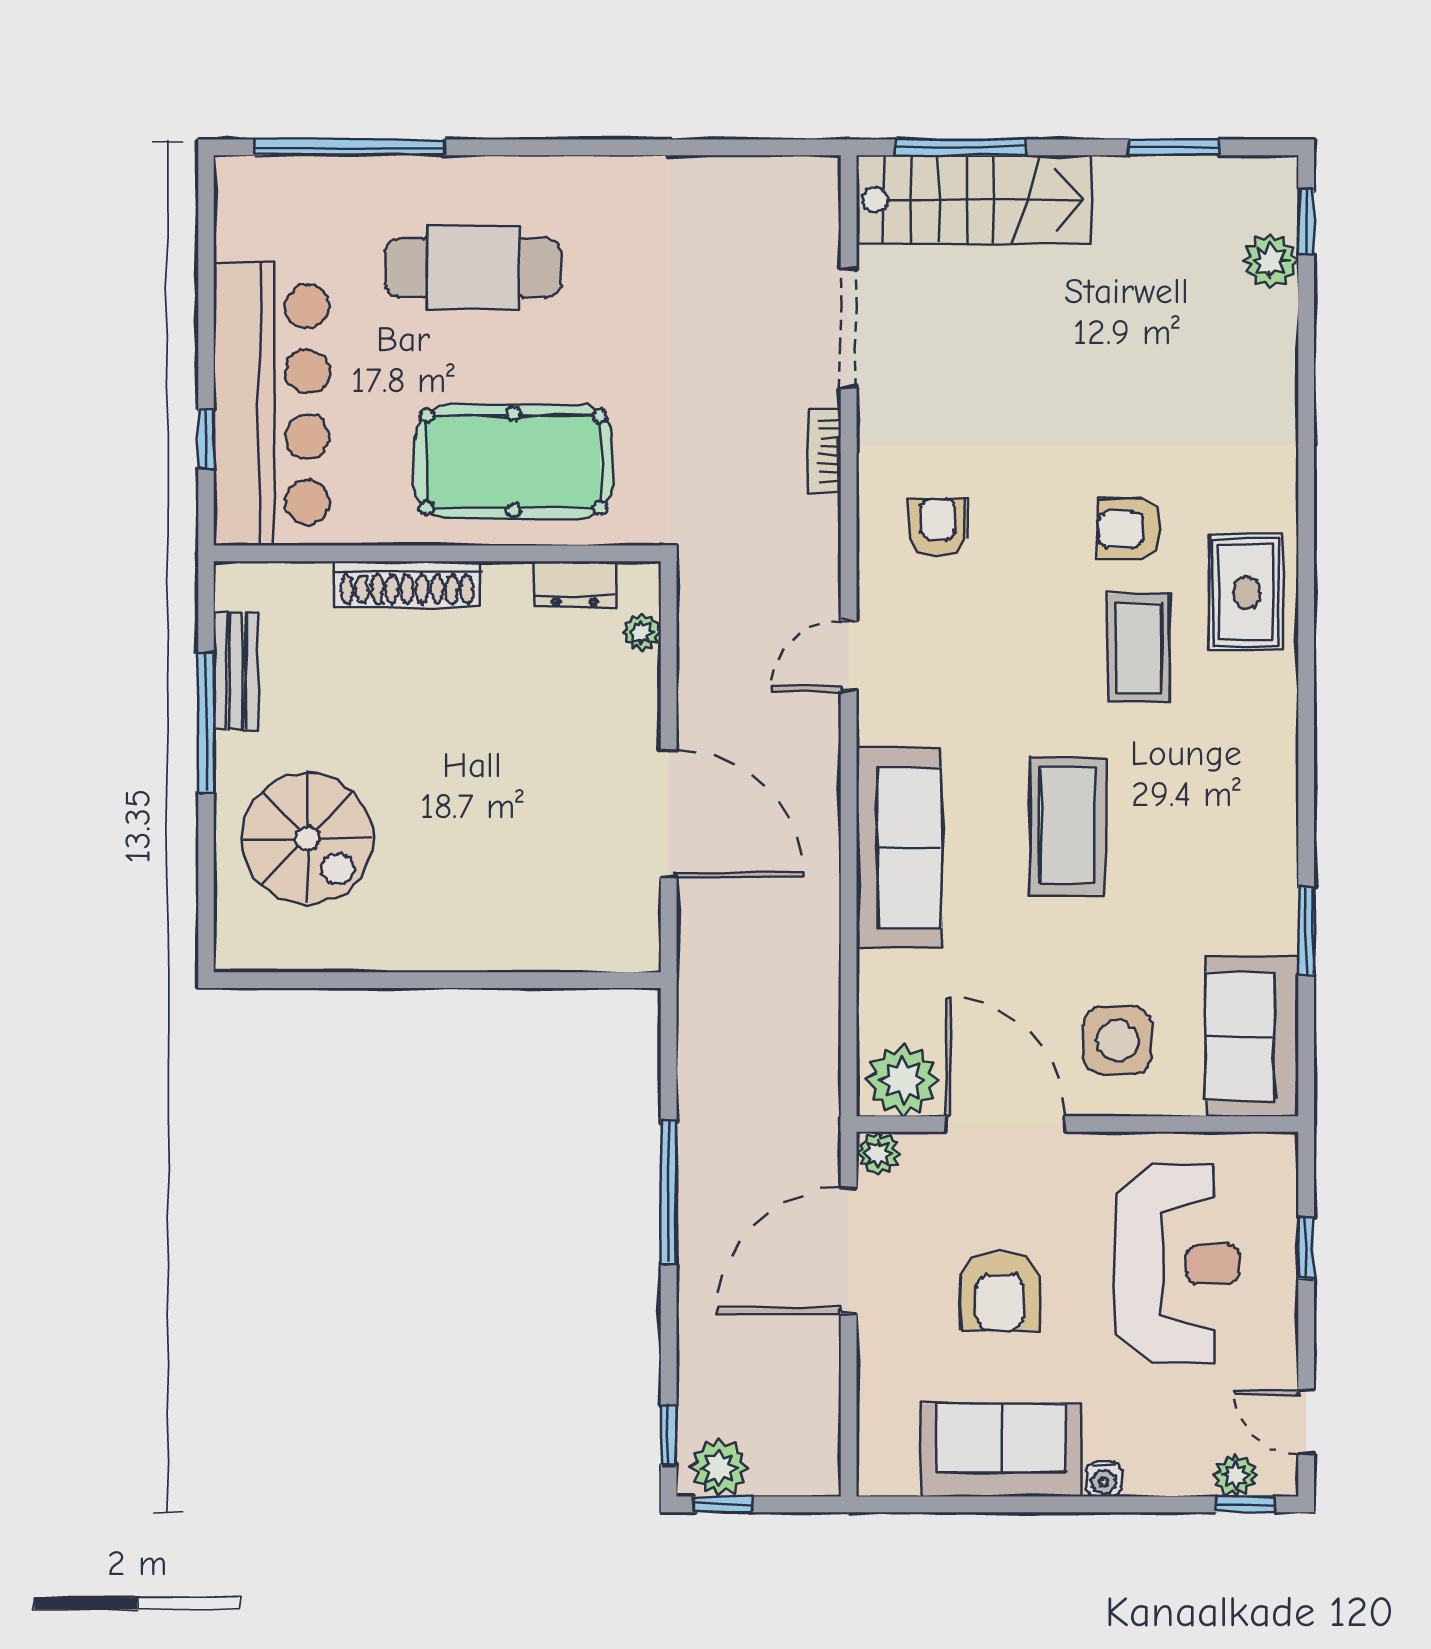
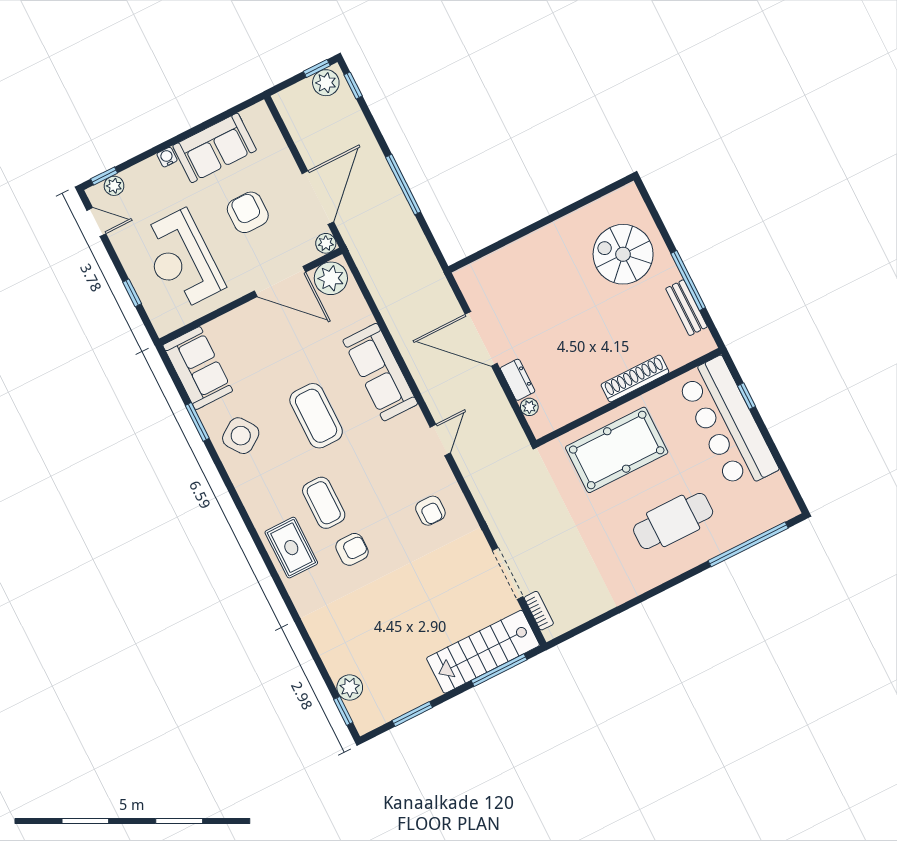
bookcase: (824, 451) -> (539, 611), moved
dresser: (575, 584) -> (518, 380), moved, turned 90
side table: (1117, 1040) -> (241, 436), moved, turned -35

